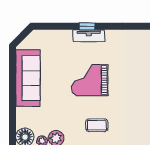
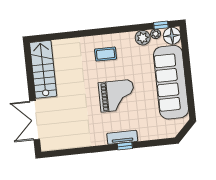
sofa: (28, 78) -> (171, 82), width x1.36, depth x1.27

